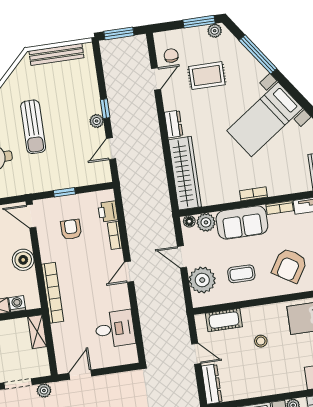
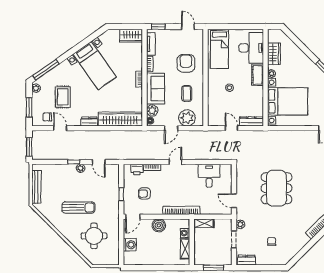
window: (199, 22) -> (29, 107), moved
window: (258, 54) -> (46, 70), moved
armchair: (290, 265) -> (186, 63), turned -122
door: (129, 272) -> (175, 162), swing flipped
cot: (224, 320) -> (258, 75), moved
door: (196, 354) -> (231, 128), hinge flipped

